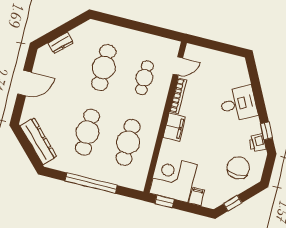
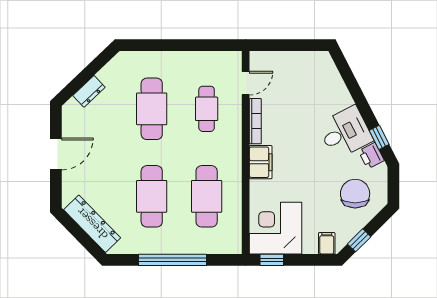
desk: (238, 104) -> (345, 132), moved
filing cabinet: (197, 197) -> (327, 243), moved

